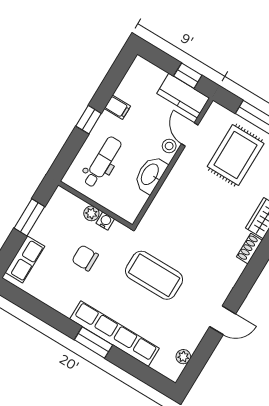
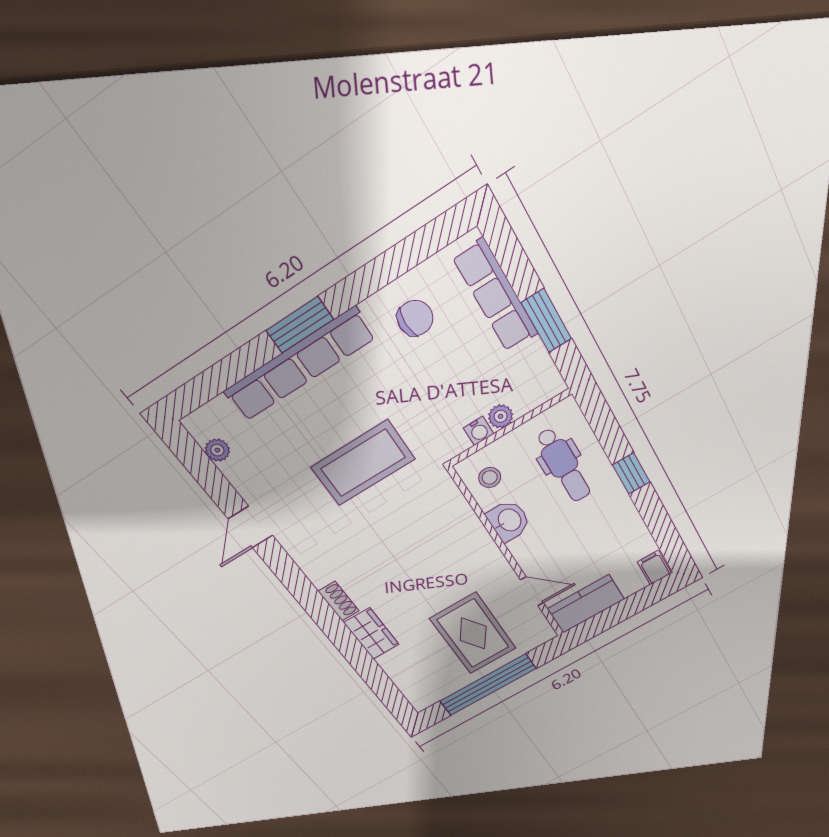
window: (188, 76) -> (607, 619), removed
filing cabinet: (117, 107) -> (654, 567), moved, turned 90
stool: (169, 146) -> (490, 477), moved
washbasin: (150, 175) -> (509, 521), width x0.72
chair: (85, 258) -> (415, 318), moved
row of seats: (25, 259) -> (496, 296), width x1.48

